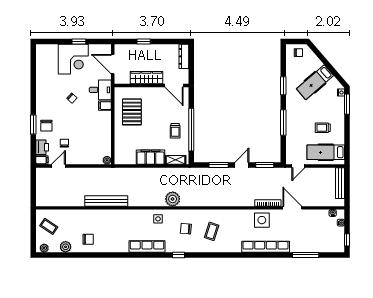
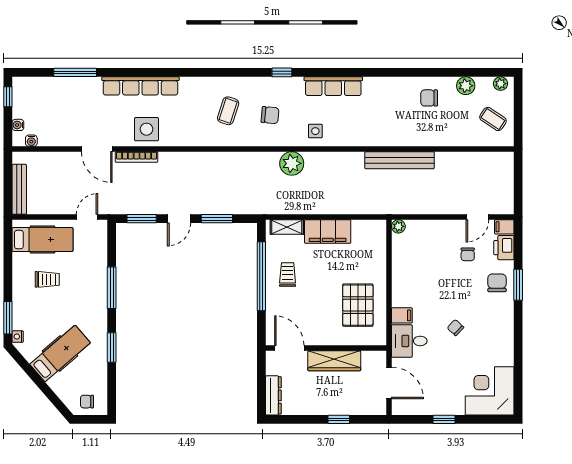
corner desk: (73, 59) -> (490, 391), moved

